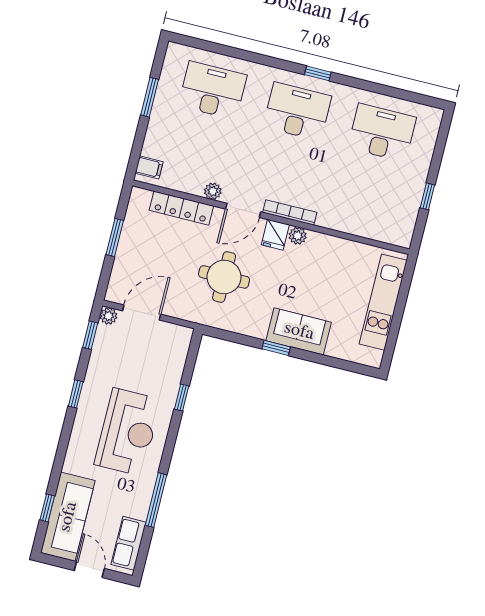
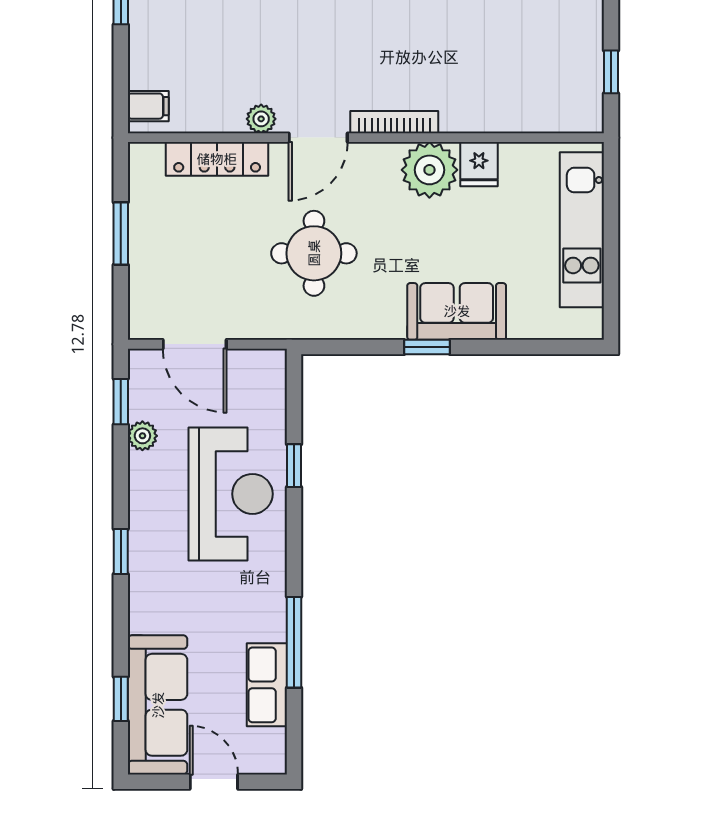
window: (427, 196) -> (611, 72), moved
fridge: (275, 235) -> (479, 164), moved
plant: (298, 236) -> (429, 170), width x1.88, depth x1.88
door: (142, 313) -> (195, 344), swing flipped
plant: (108, 316) -> (142, 436), moved
window: (76, 394) -> (121, 552), moved
reception desk: (128, 432) -> (231, 494), moved
row of seats: (129, 543) -> (267, 685), moved

